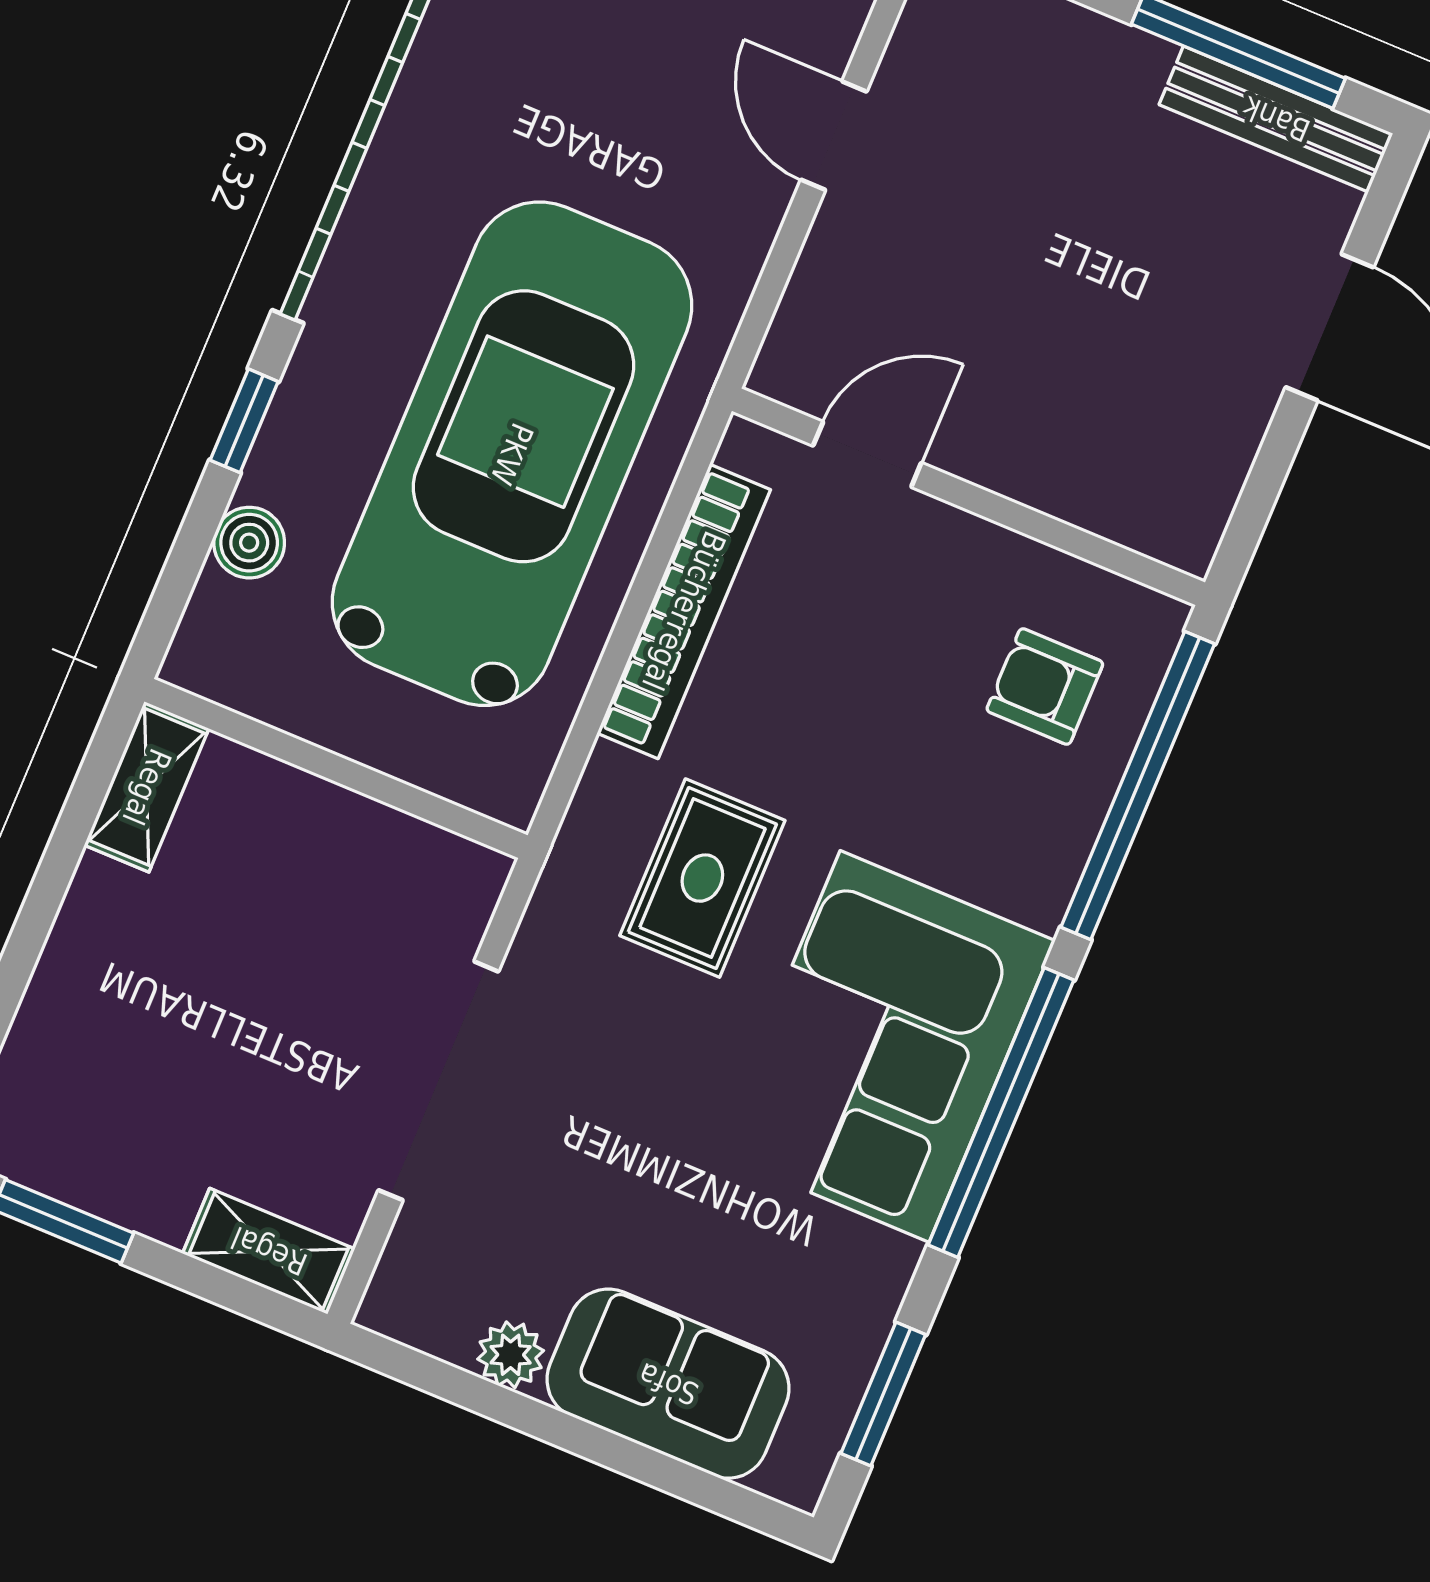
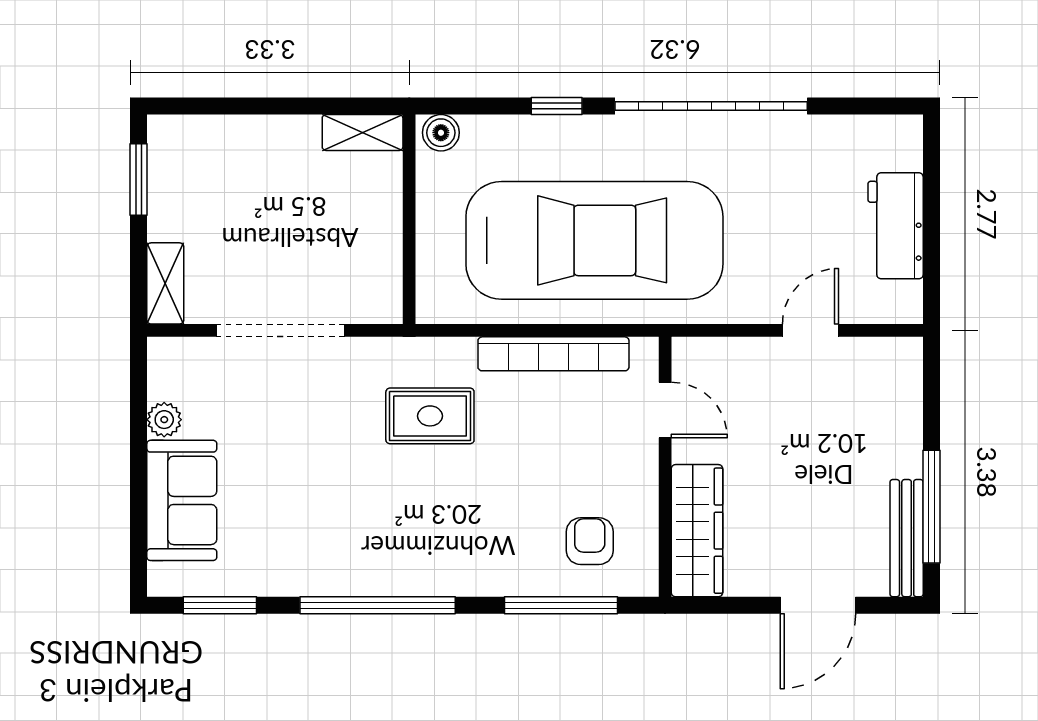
wardrobe: (1106, 487) -> (697, 531), added
boiler: (249, 543) -> (441, 133), moved
window: (1138, 786) -> (561, 605), width x0.68
corner sofa: (885, 1046) -> (386, 536), removed

